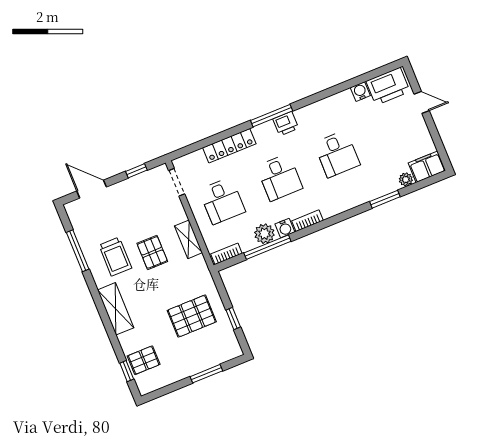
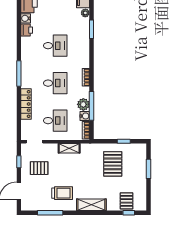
printer: (286, 124) -> (27, 30), moved
water cooler: (285, 228) -> (85, 116), moved
pallet: (152, 252) -> (39, 168), moved

